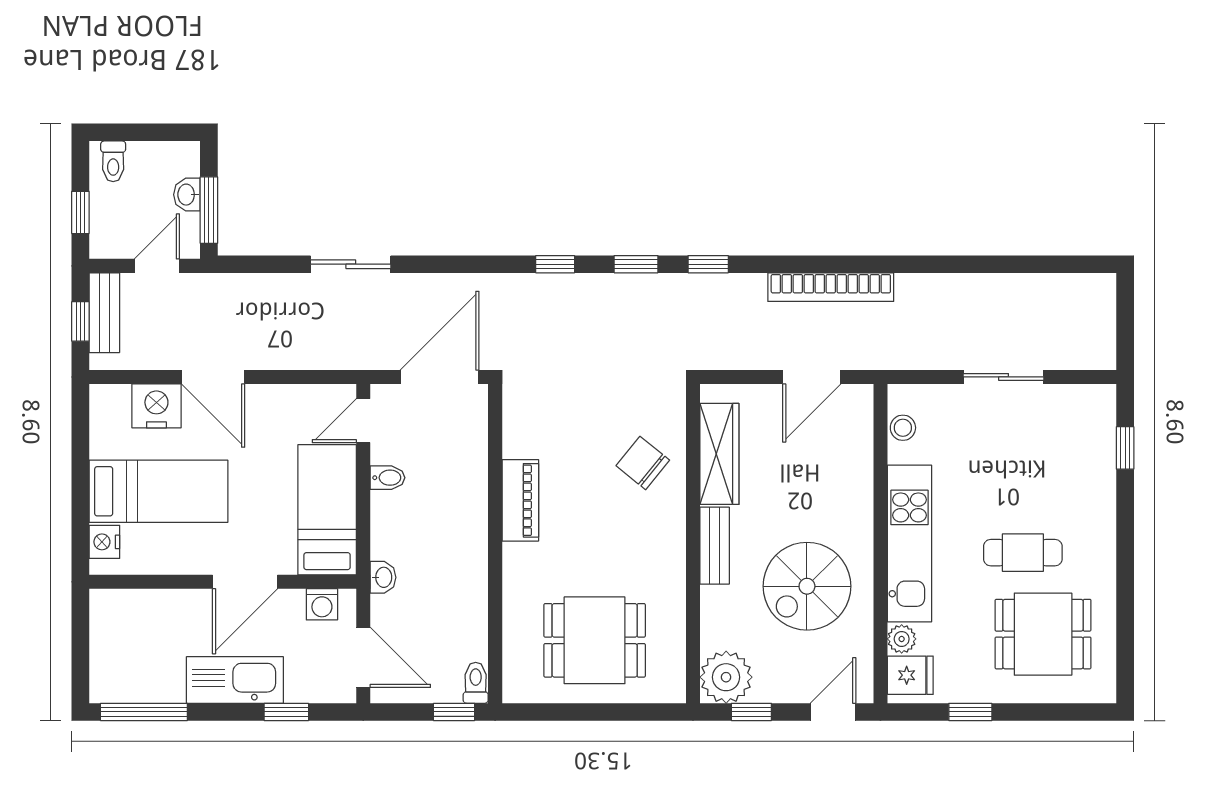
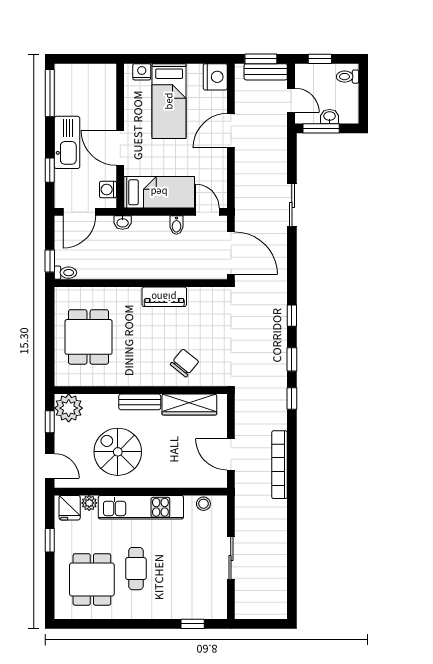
window: (80, 321) -> (261, 59), width x1.50
nightstand: (156, 406) -> (215, 77), moved

